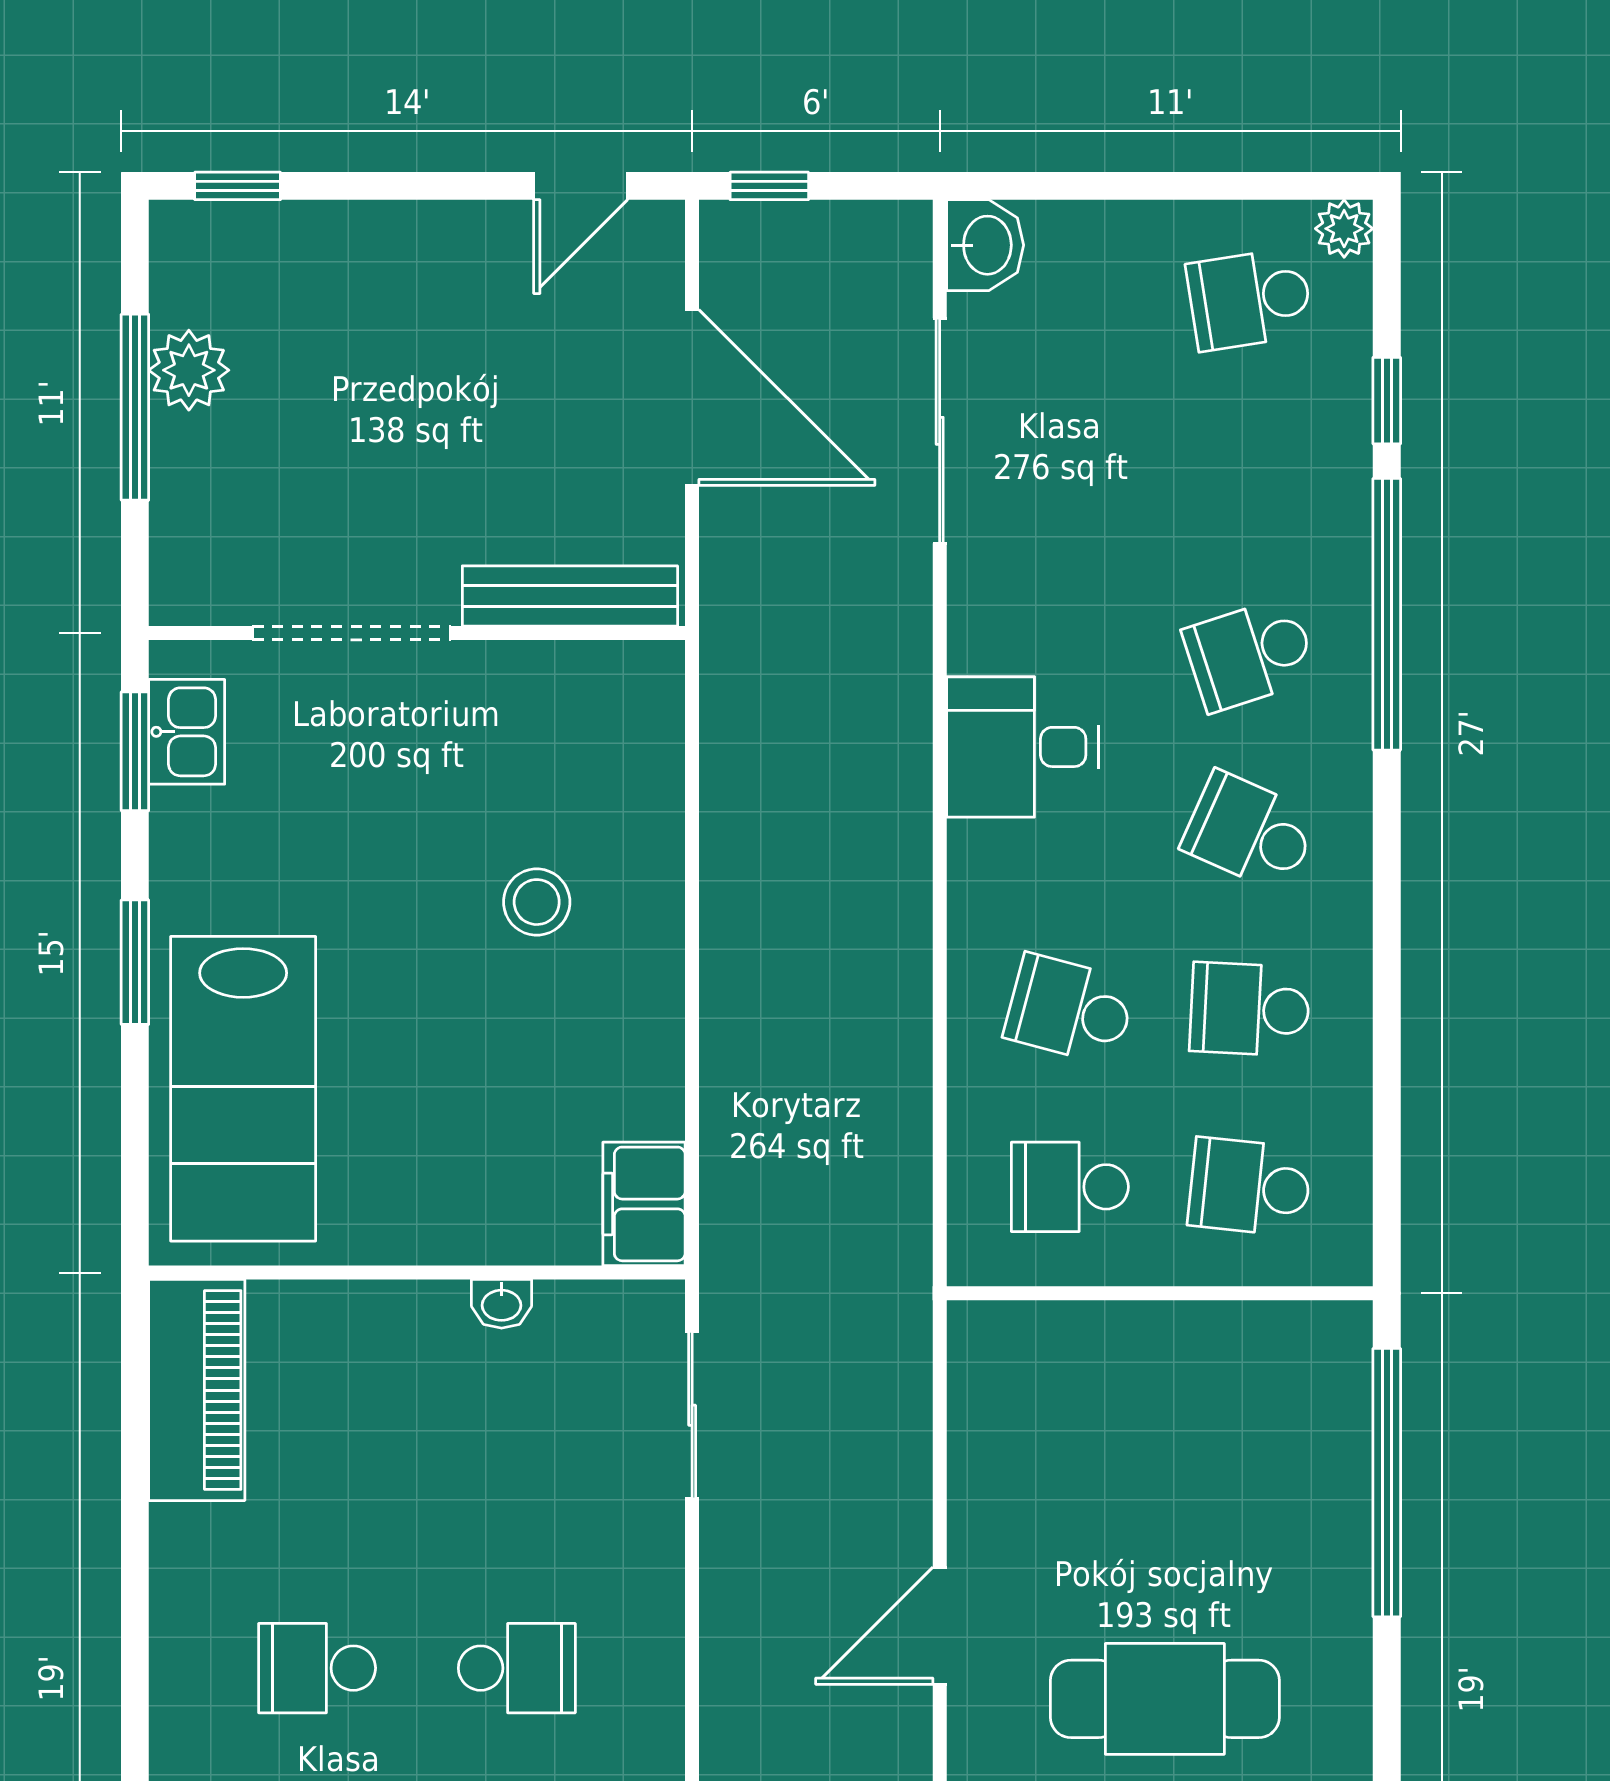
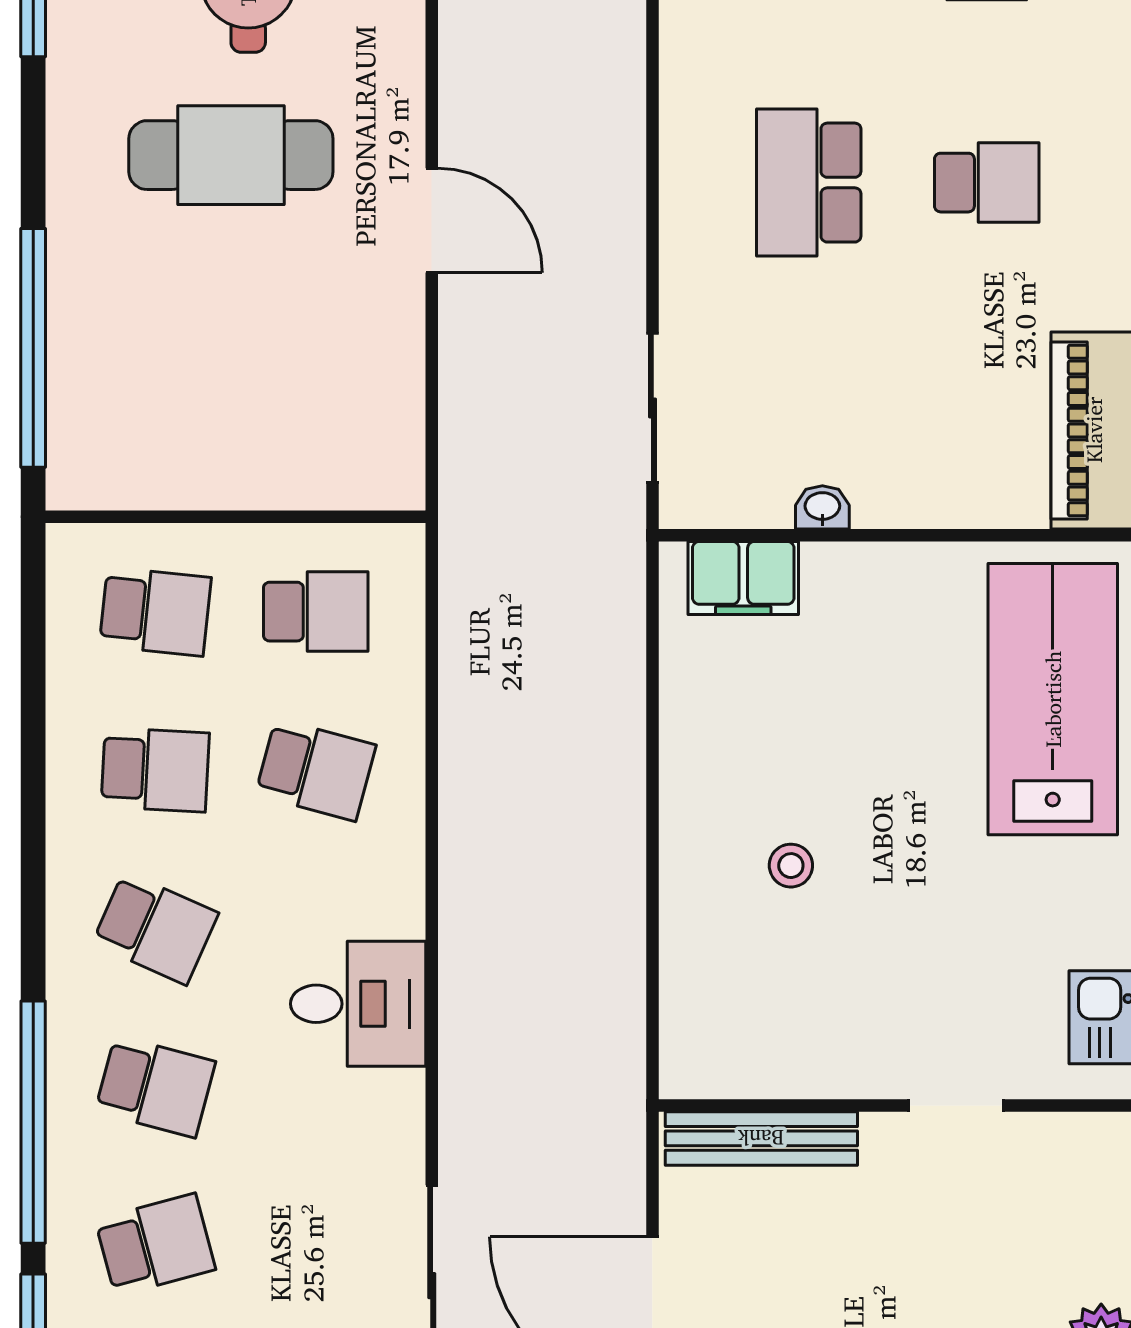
school desk: (1250, 477) -> (155, 1245), added
doorway: (352, 633) -> (956, 1105), width x0.53
school desk: (1250, 654) -> (155, 1086), turned 33
stool: (537, 902) -> (791, 866), width x0.73, depth x0.73
filing cabinet: (644, 1204) -> (743, 578), moved, turned 90
door: (940, 1626) -> (432, 220), hinge flipped
school desk: (517, 1668) -> (809, 183), width x1.85

